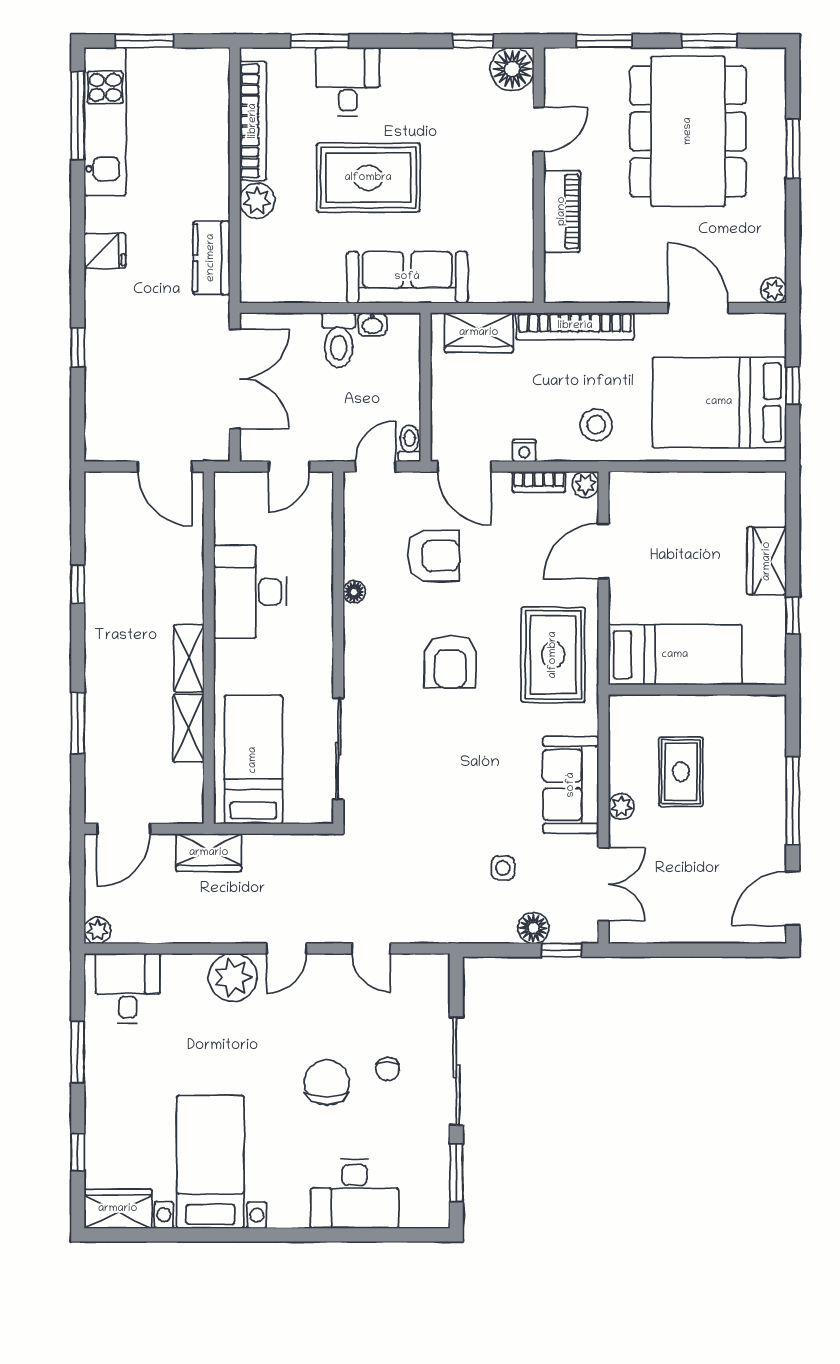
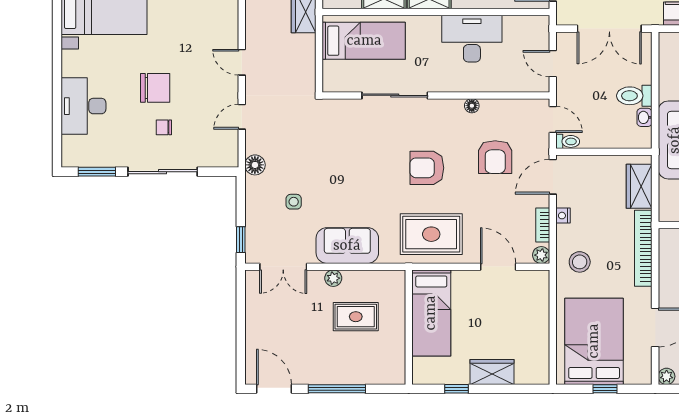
sliding door: (338, 749) -> (395, 95), moved
floor lamp: (533, 928) -> (255, 165), moved
plant: (233, 977) -> (223, 27), removed

